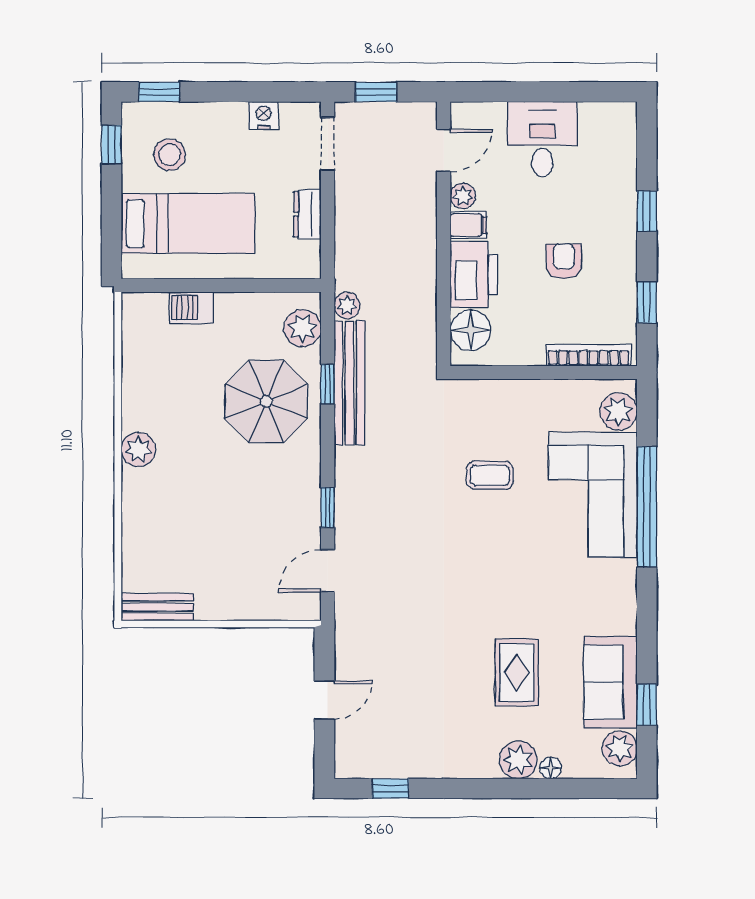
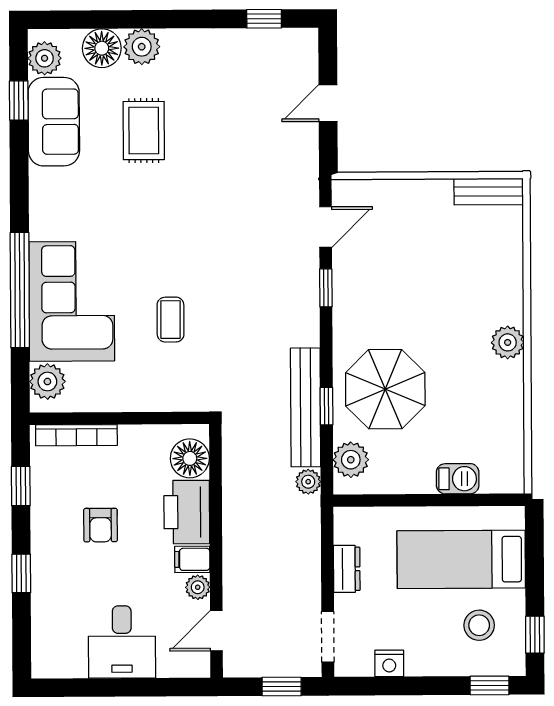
coffee table: (490, 475) -> (170, 320), turned 90
floor lamp: (550, 768) -> (102, 48), width x1.89, depth x1.89

